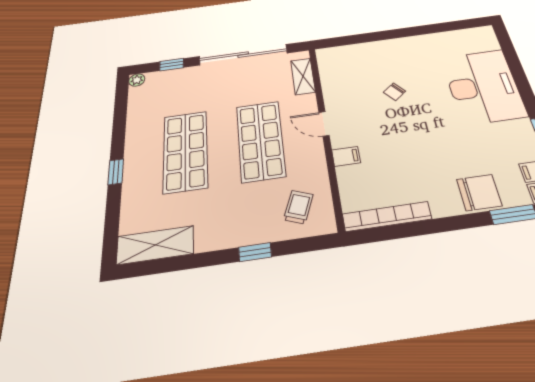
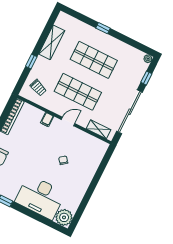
plant: (481, 39) -> (64, 217), added
shelving: (155, 245) -> (52, 42), moved

